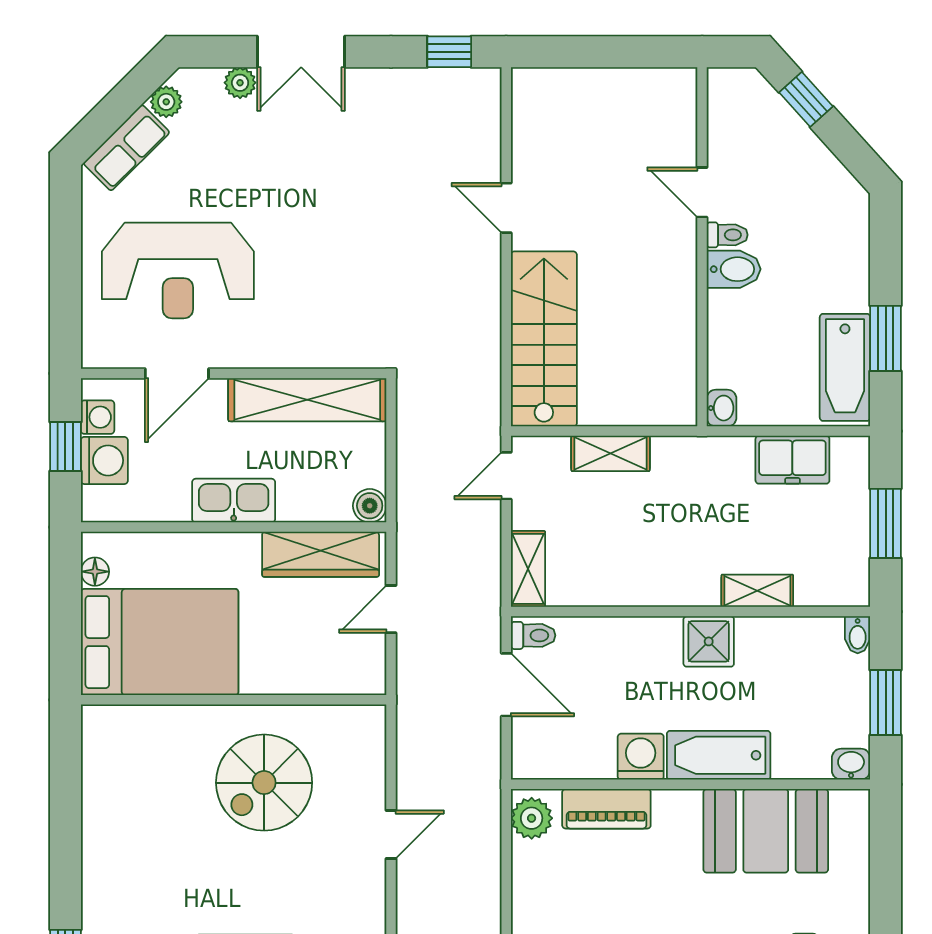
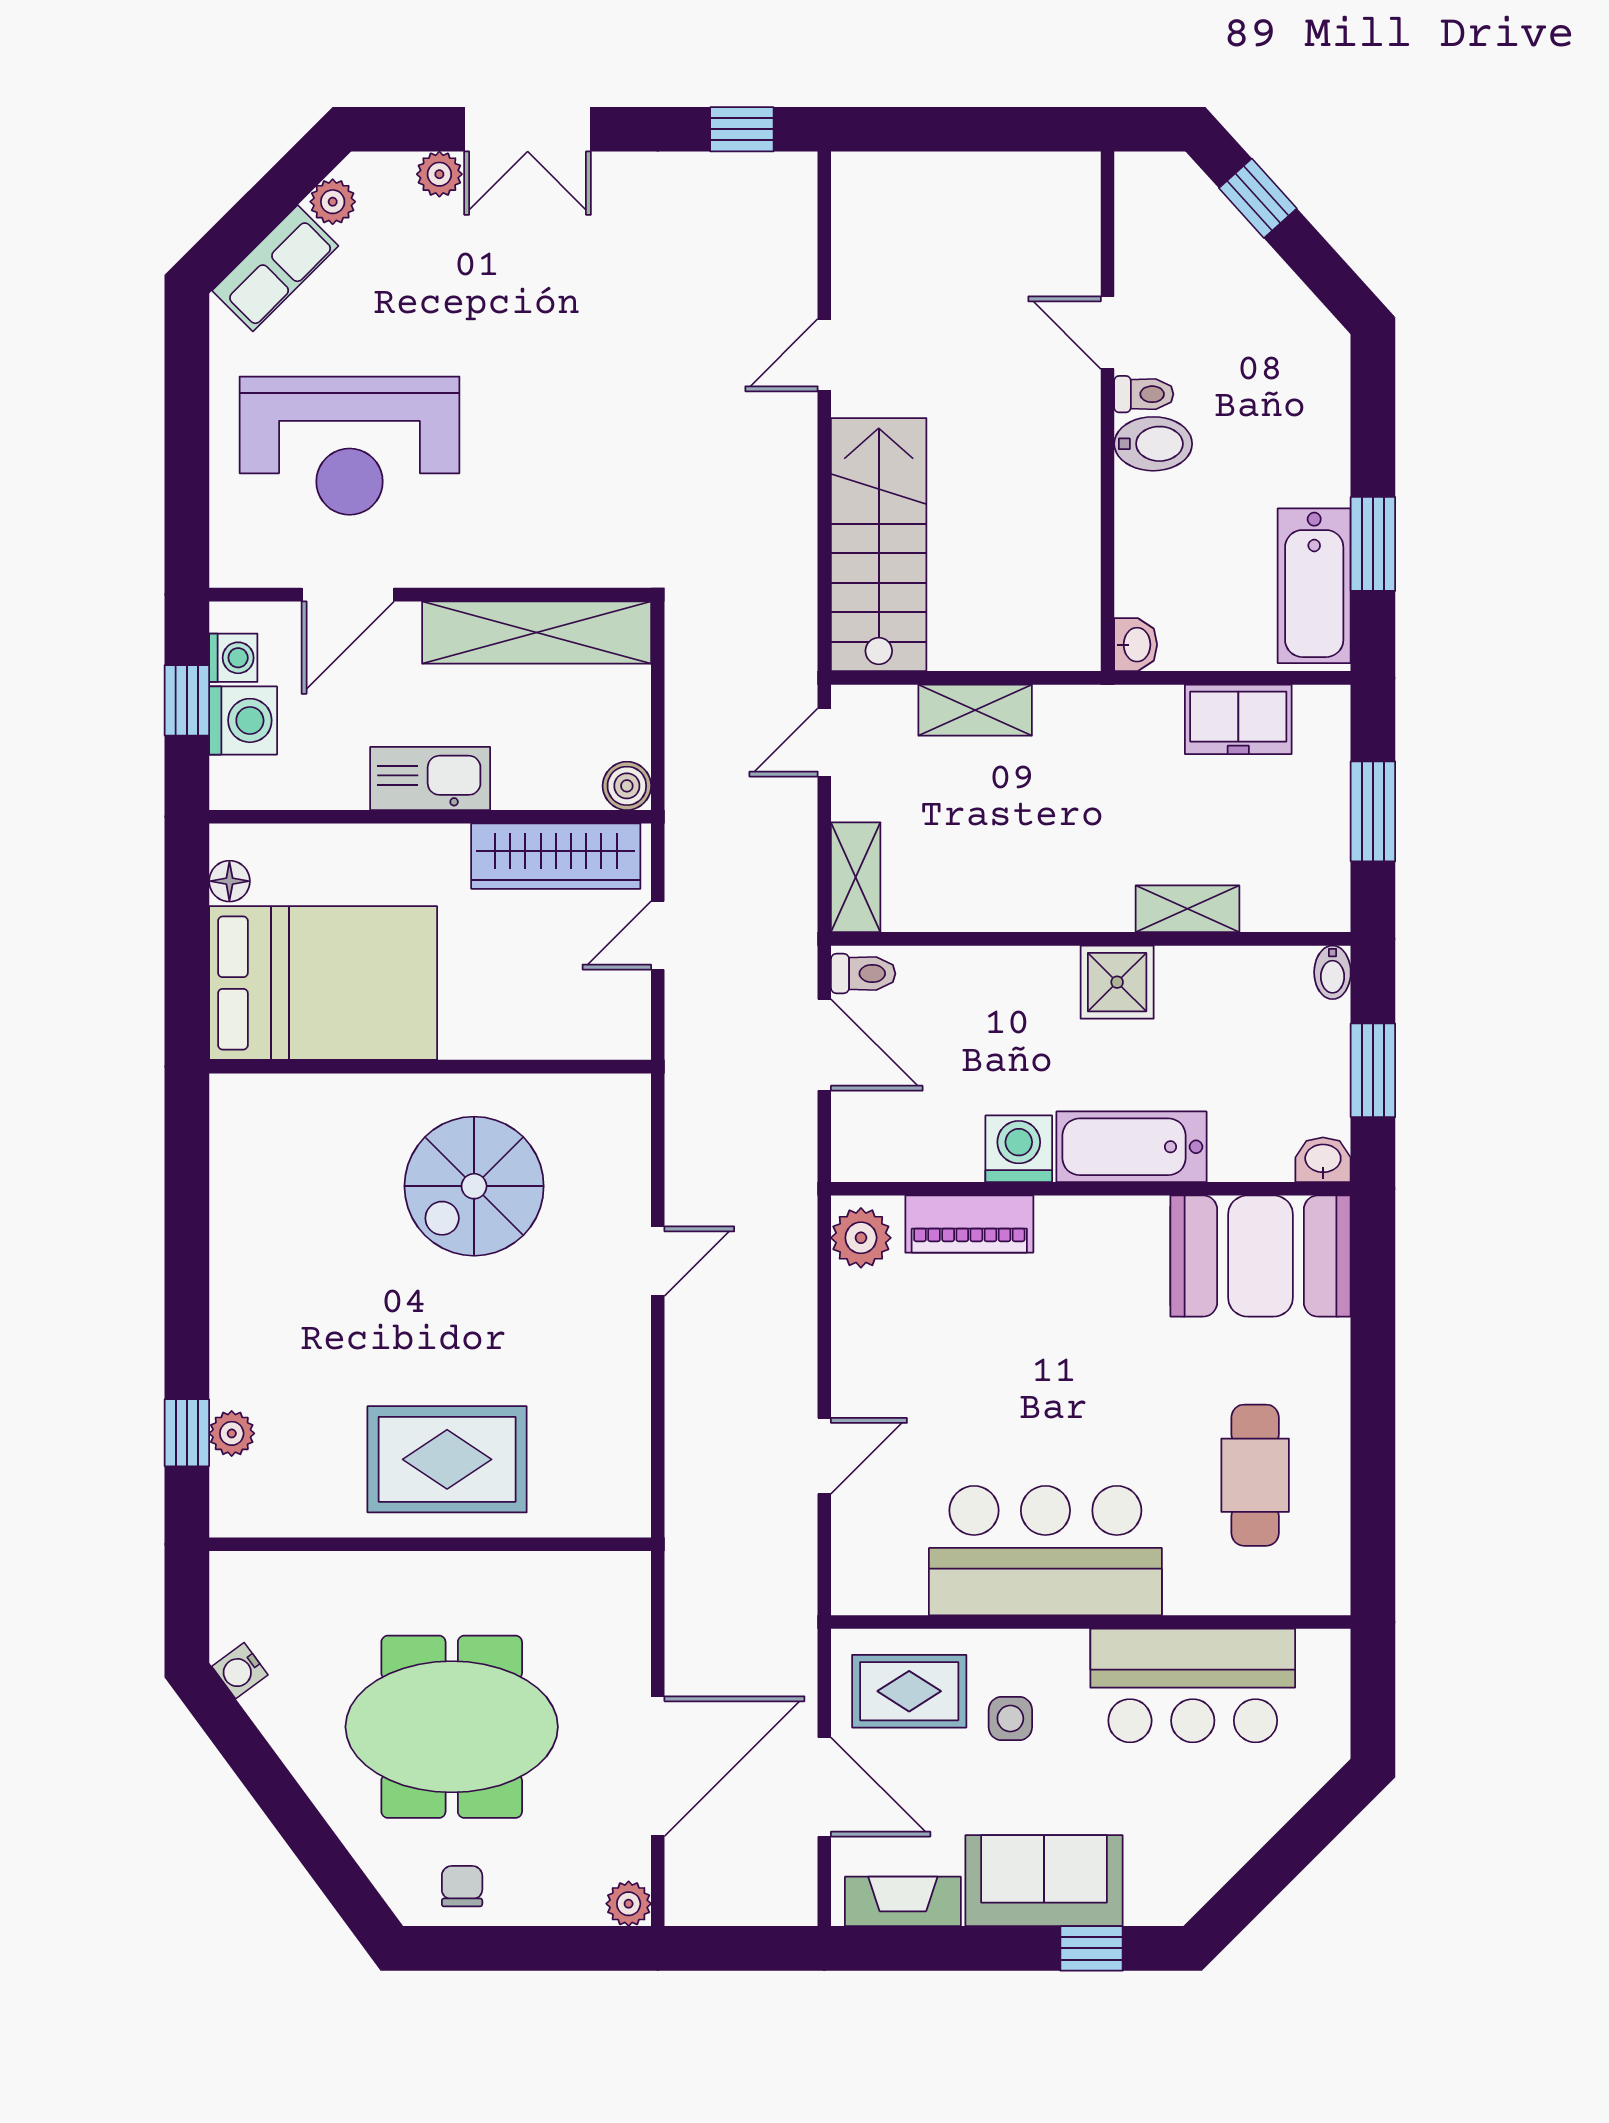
door: (506, 208) -> (824, 355), hinge flipped
booth: (766, 831) -> (1260, 1256), moved

